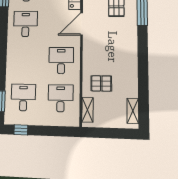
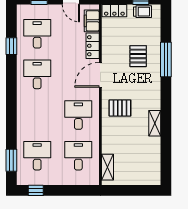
pallet: (101, 83) -> (120, 108), moved
shelving: (133, 111) -> (155, 123), moved

